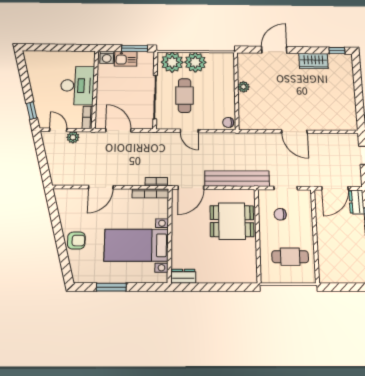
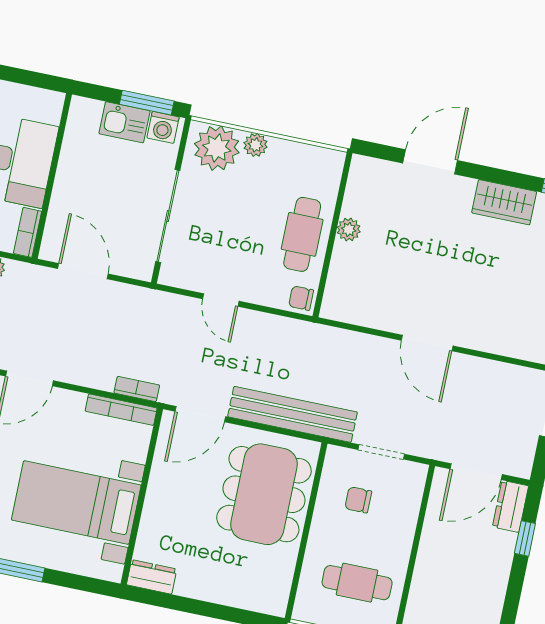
washing machine: (107, 57) -> (163, 127), moved
plant: (195, 62) -> (255, 145), width x0.53, depth x0.53
cafe table: (185, 96) -> (302, 234), moved
dining table: (232, 221) -> (264, 494), width x1.38

